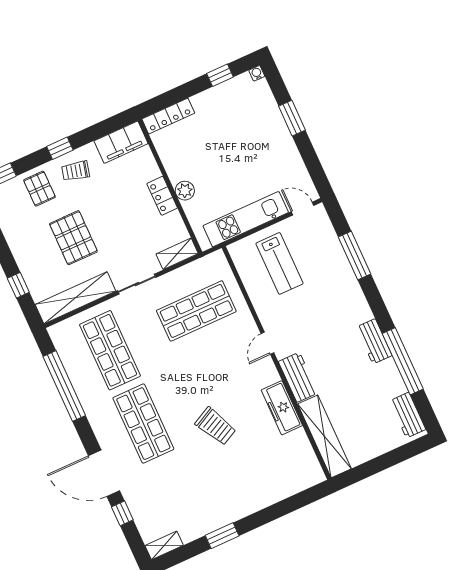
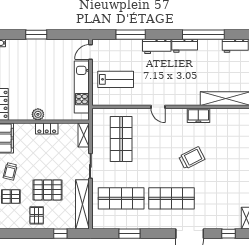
plant: (185, 191) -> (38, 114), moved
pallet: (29, 239) -> (37, 215), added
workbench: (298, 377) -> (157, 46), moved, turned 180
window: (64, 386) -> (130, 234), width x0.47
freezer: (282, 408) -> (198, 115), width x0.71
window: (122, 513) -> (229, 234), moved

